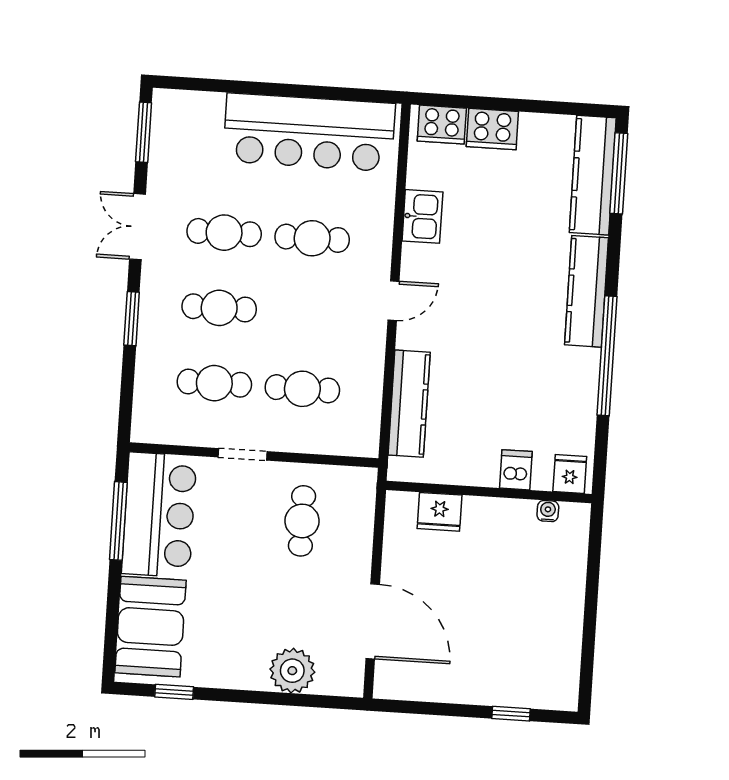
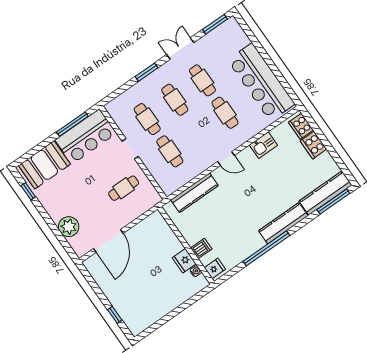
fridge: (439, 512) -> (184, 261), moved

